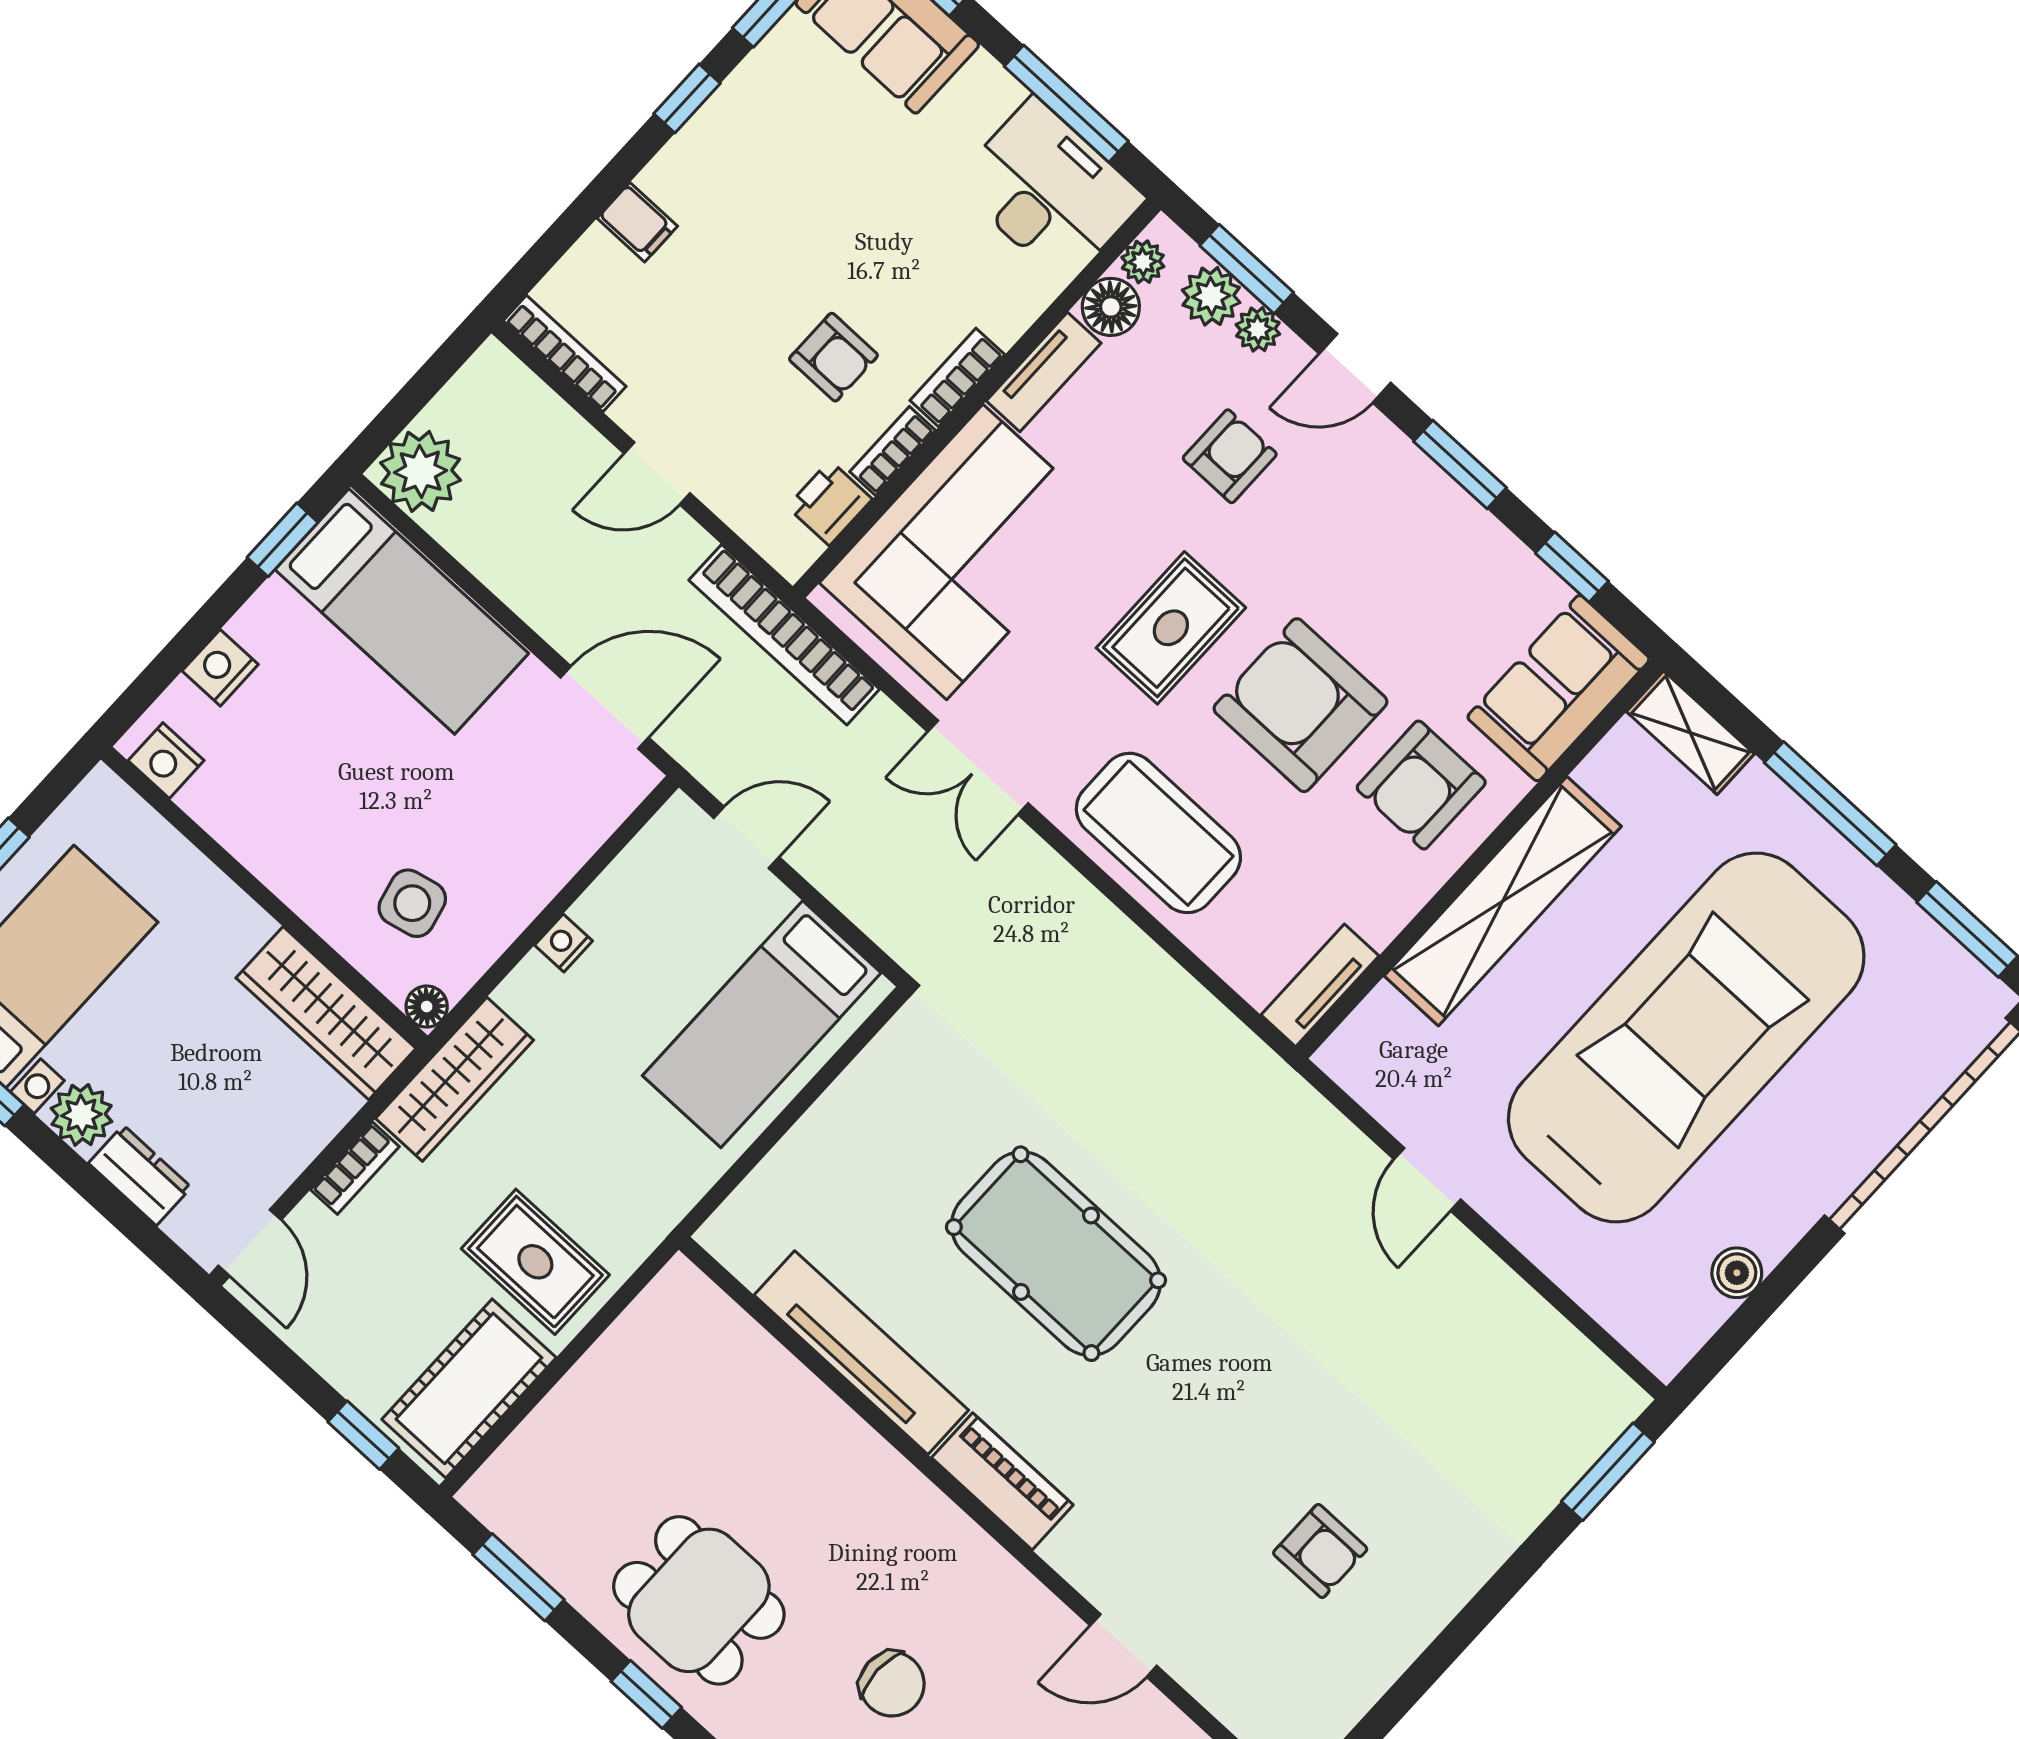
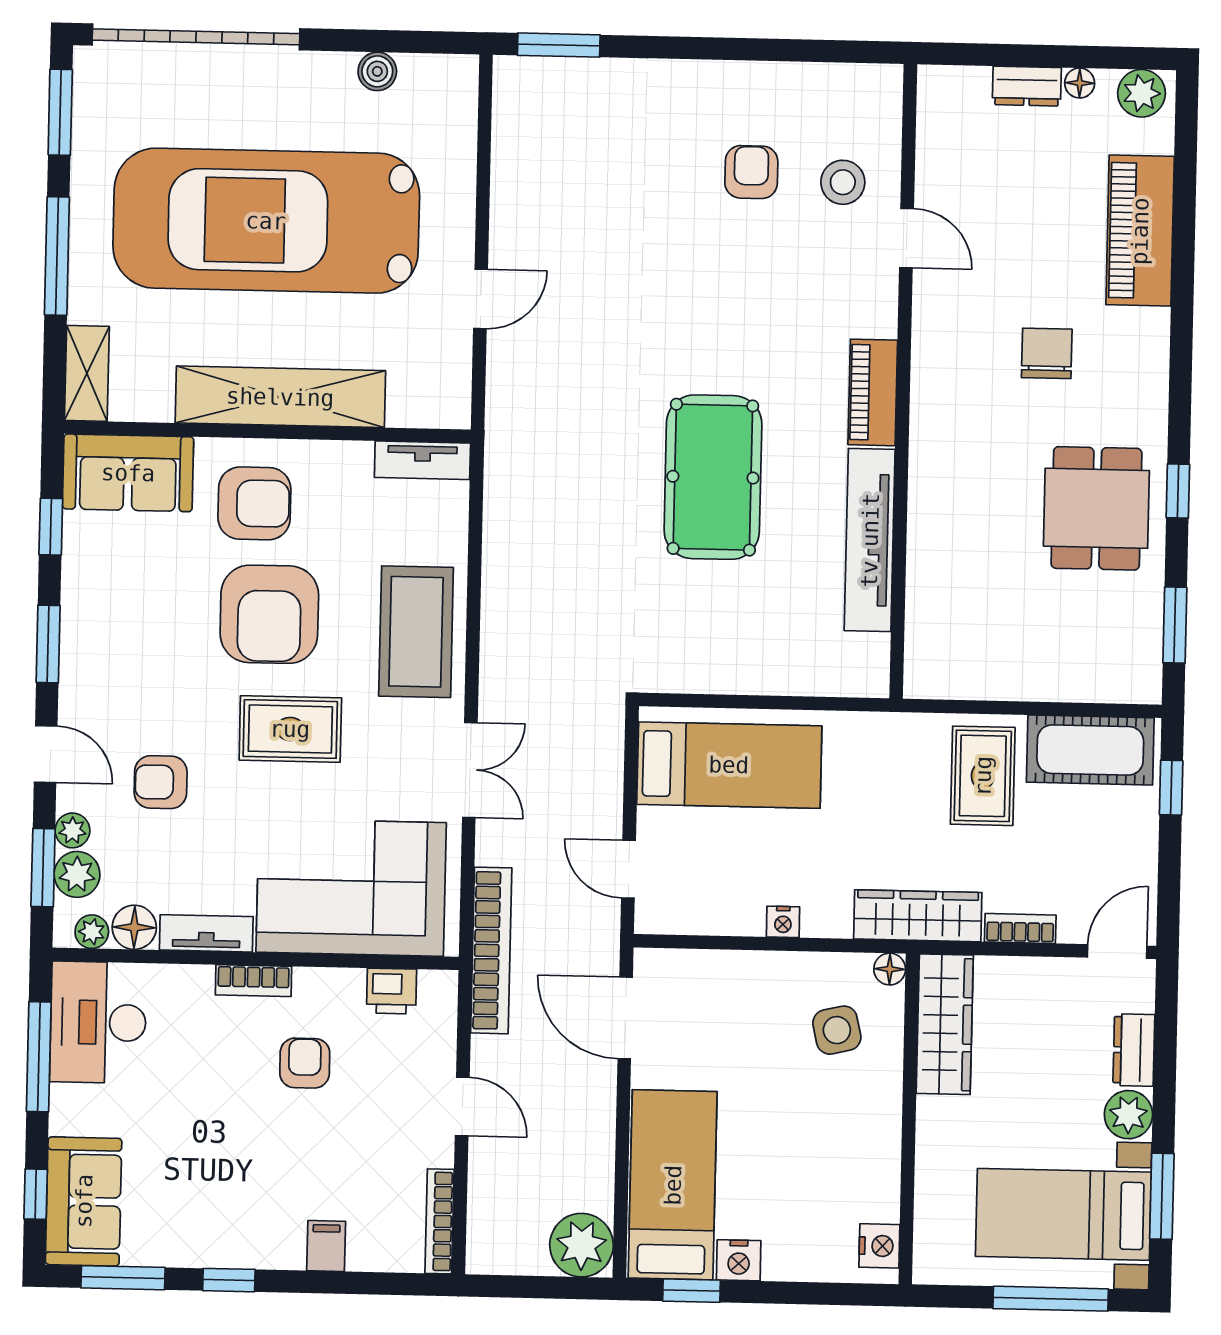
bookcase: (893, 451) -> (329, 981), removed
nightstand: (220, 668) -> (739, 1260), moved
stool: (1232, 1631) -> (843, 182), added

